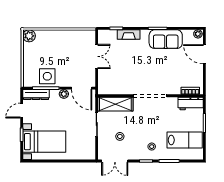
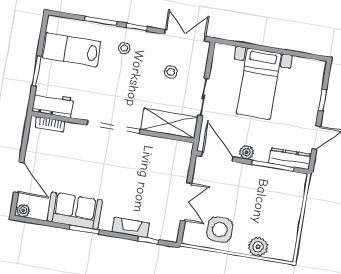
plant: (29, 36) -> (258, 247), moved
double door: (97, 56) -> (186, 202), swing flipped
side table: (47, 76) -> (220, 230), moved
bed with nightstands: (44, 142) -> (259, 84), moved, turned -90

